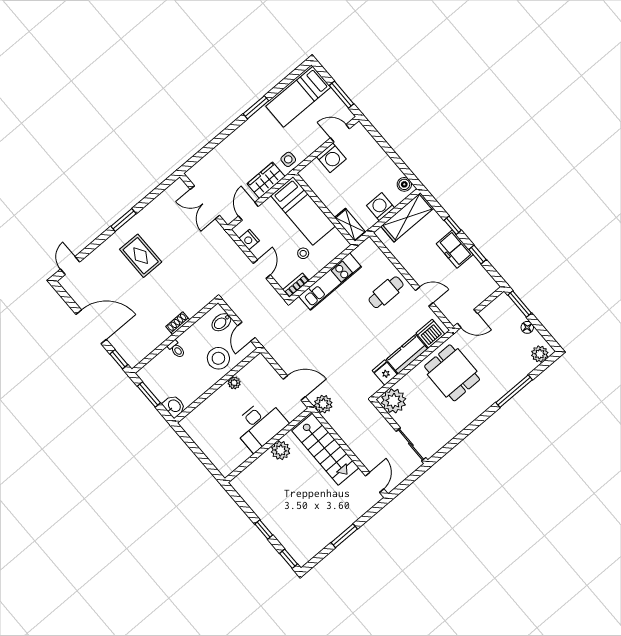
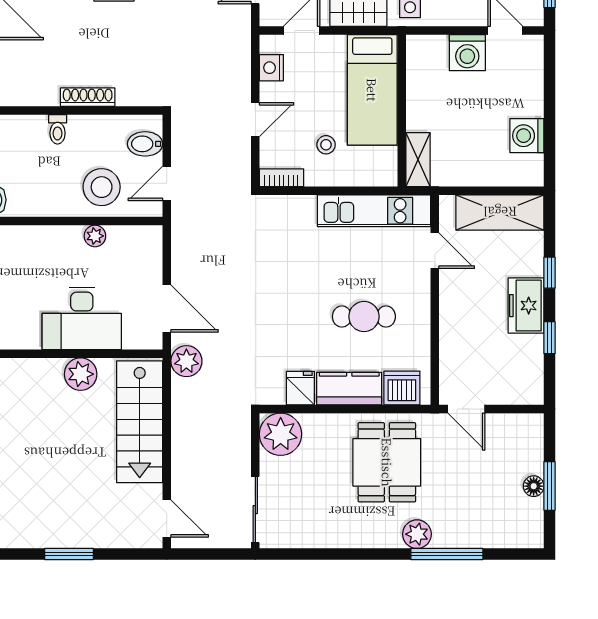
boiler: (404, 184) -> (532, 167), removed
washing machine: (381, 207) -> (527, 136), moved, turned -90
kitchen unit: (330, 282) -> (374, 211), moved
cafe table: (386, 292) -> (364, 317), moved
door: (424, 296) -> (435, 251), moved
window: (520, 304) -> (550, 486), moved
shoe rack: (178, 323) -> (88, 97), width x1.43
plant: (540, 354) -> (417, 534), moved
door: (375, 482) -> (167, 518), hinge flipped

